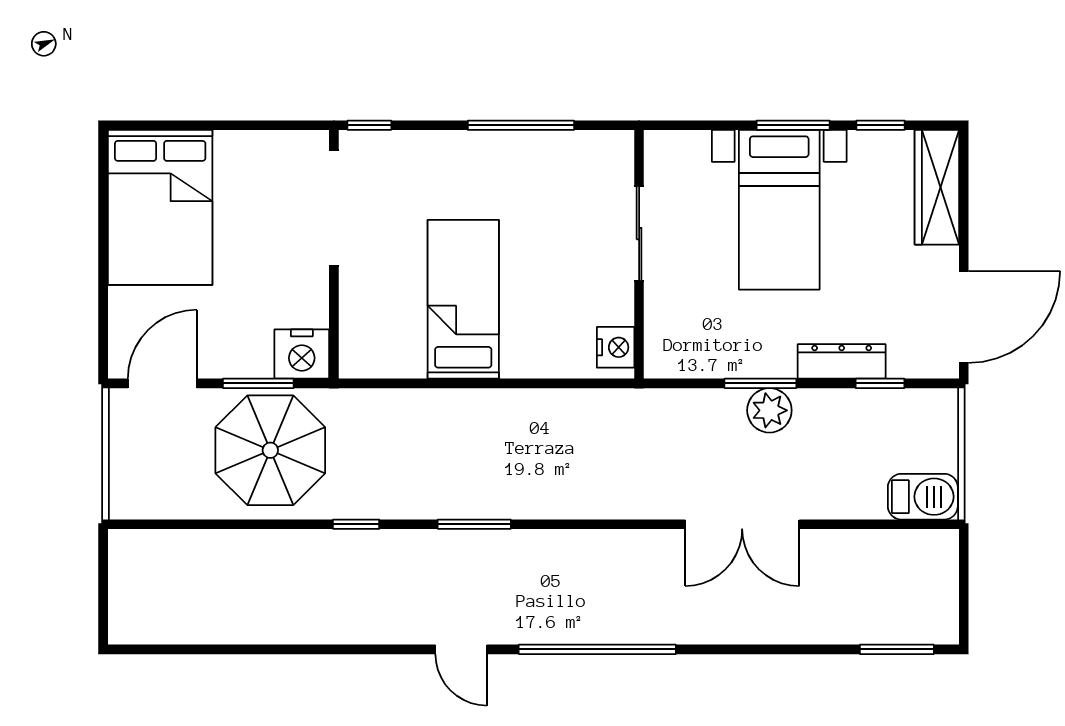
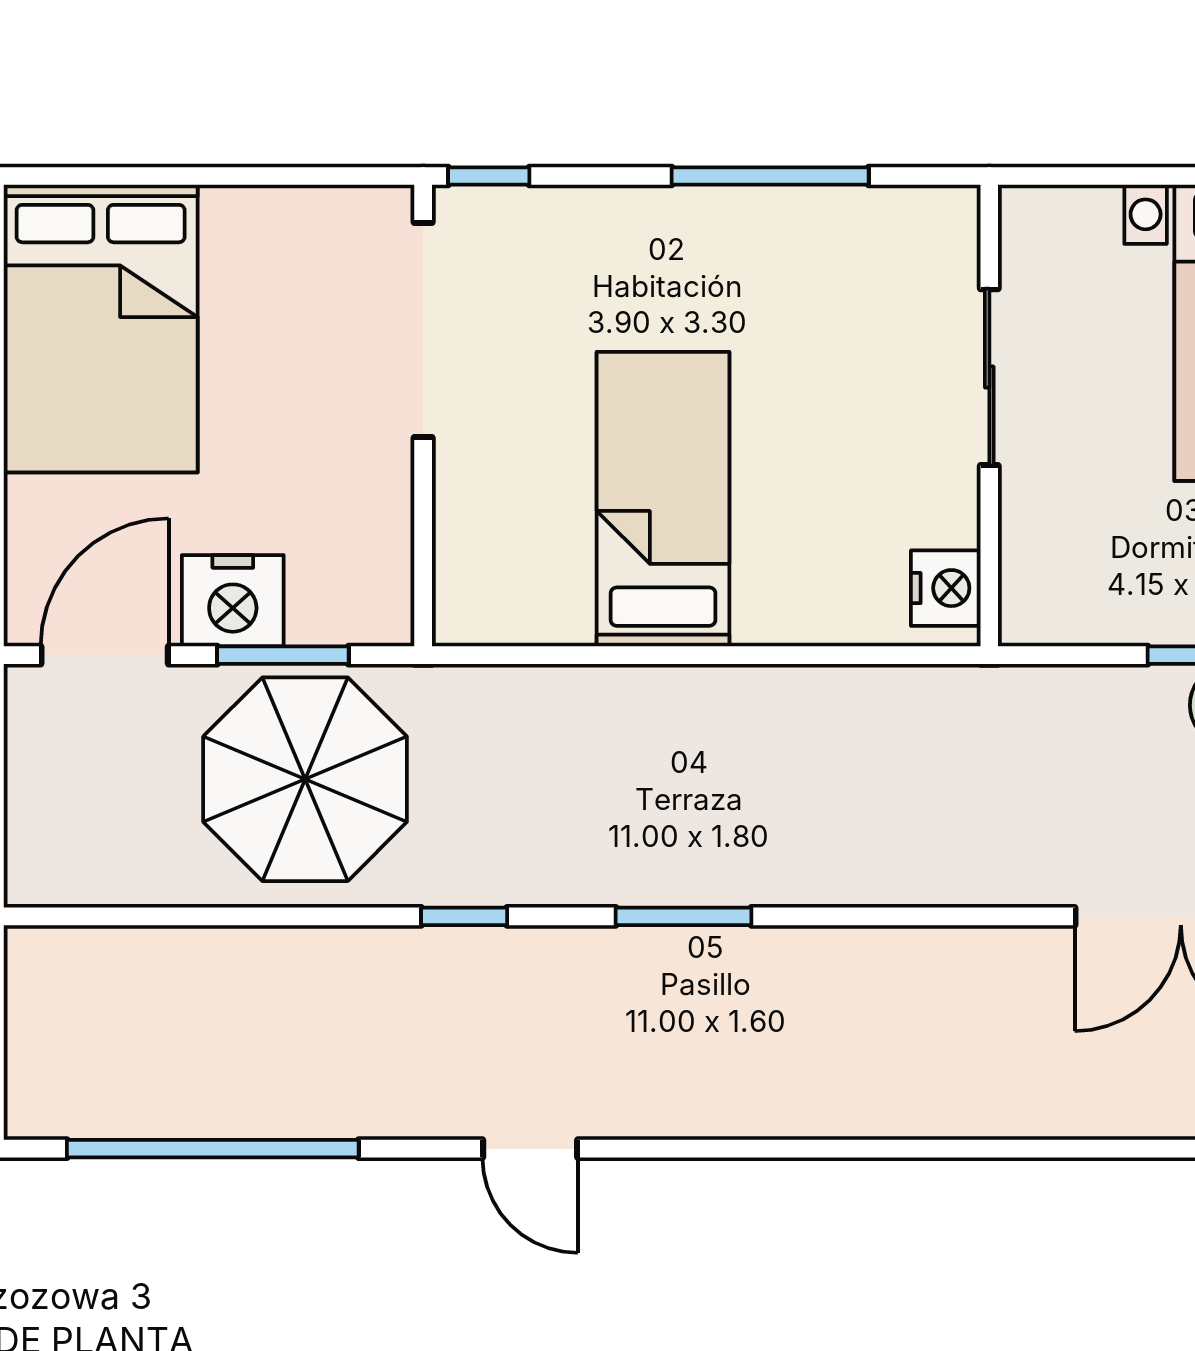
nightstand: (302, 354) -> (233, 601), moved
door: (461, 649) -> (530, 1149), moved
window: (597, 649) -> (213, 1149), moved

